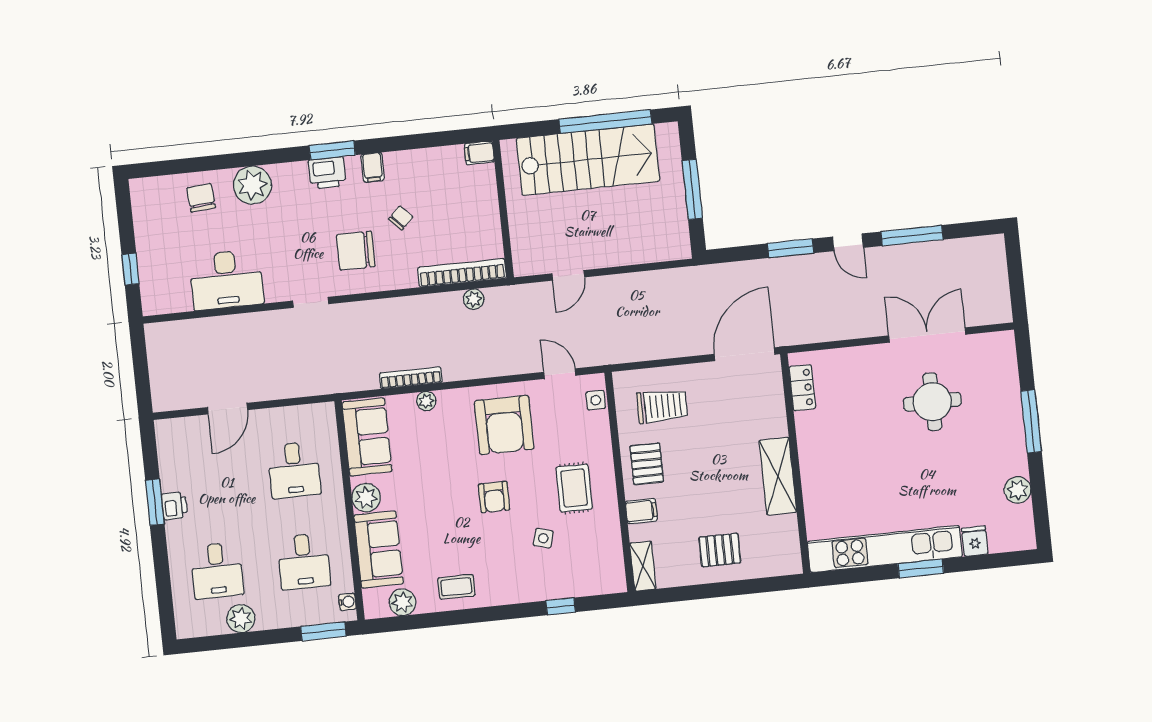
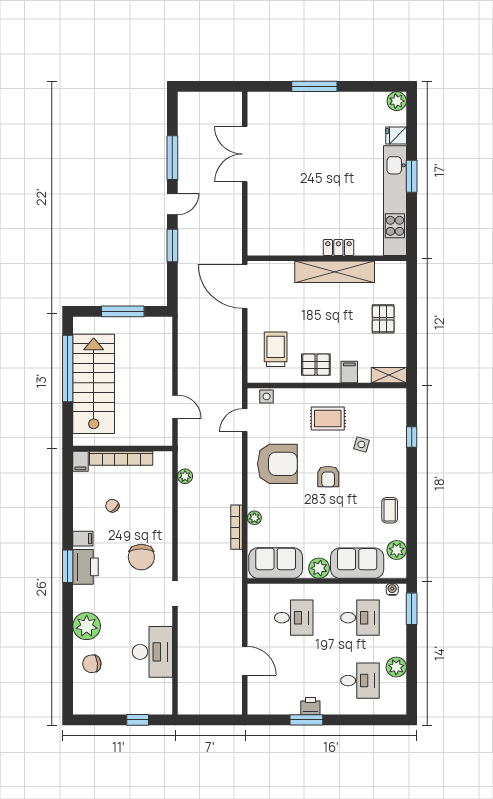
printer: (327, 173) -> (85, 567), width x1.37, depth x1.19
chair: (401, 218) -> (112, 506), moved
bookcase: (462, 273) -> (121, 458), moved, turned -90
locker: (802, 388) -> (338, 247), moved
round table: (932, 402) -> (293, 155), removed
shelving: (778, 476) -> (335, 272), width x1.47
plant: (1018, 490) -> (397, 101), moved
armchair: (494, 497) -> (328, 476), turned 90

